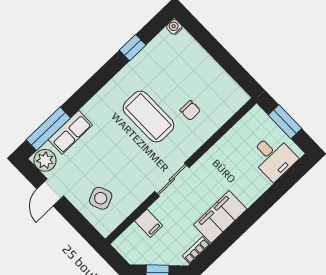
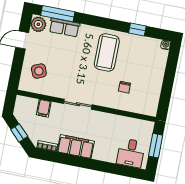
coffee table: (148, 117) -> (107, 52), moved

